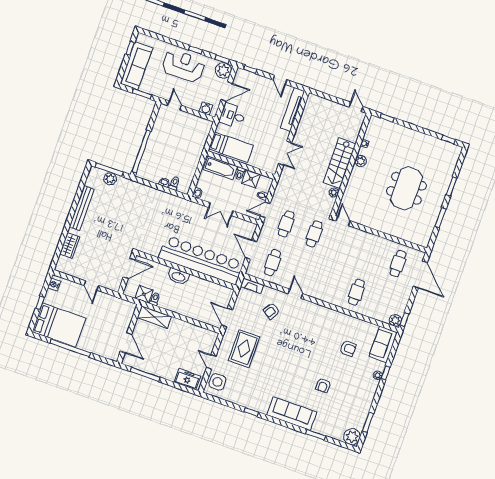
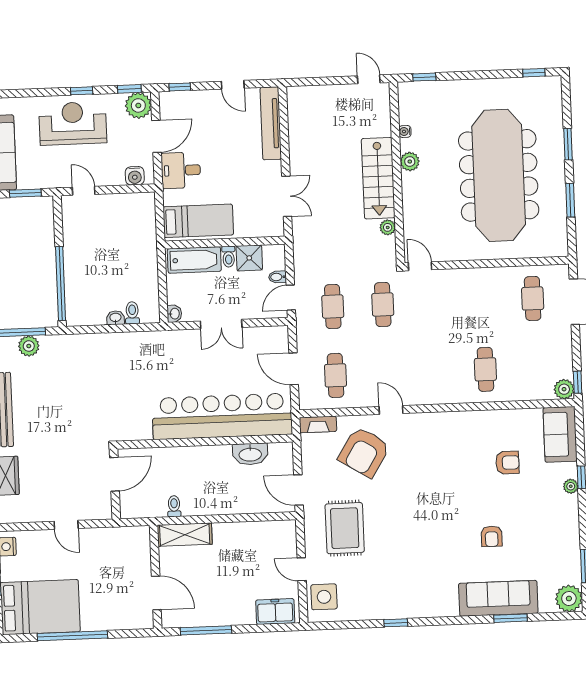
meeting table: (406, 188) -> (499, 175), width x1.86, depth x1.27
washbasin: (178, 276) -> (250, 454), moved
shower: (144, 294) -> (154, 506), removed
armchair: (271, 311) -> (364, 452), width x1.88, depth x1.88
sofa: (292, 414) -> (498, 598), moved

